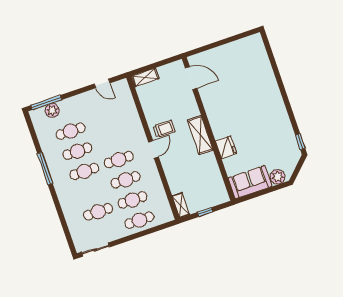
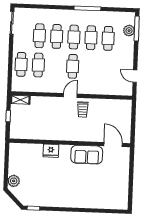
shelving: (145, 77) -> (127, 110), removed
door: (191, 78) -> (113, 145), swing flipped
door: (102, 83) -> (135, 76), hinge flipped
shelving: (200, 135) -> (68, 135), removed
door: (153, 149) -> (70, 95), swing flipped
cafe table: (126, 180) -> (57, 36), moved
sofa: (250, 182) -> (87, 155), moved, turned 90

